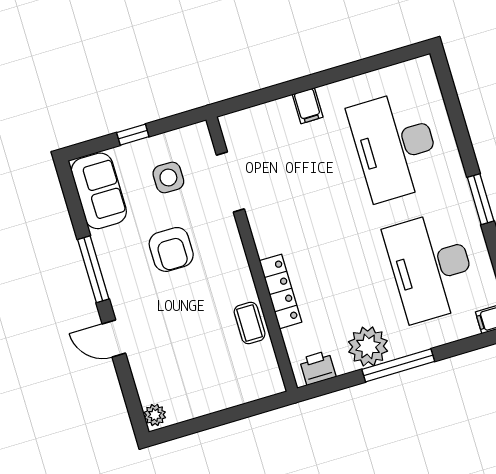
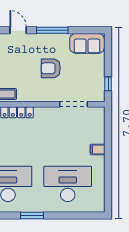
window: (133, 135) -> (108, 84), moved
side table: (168, 178) -> (84, 77), removed
door: (114, 339) -> (18, 30), hinge flipped

